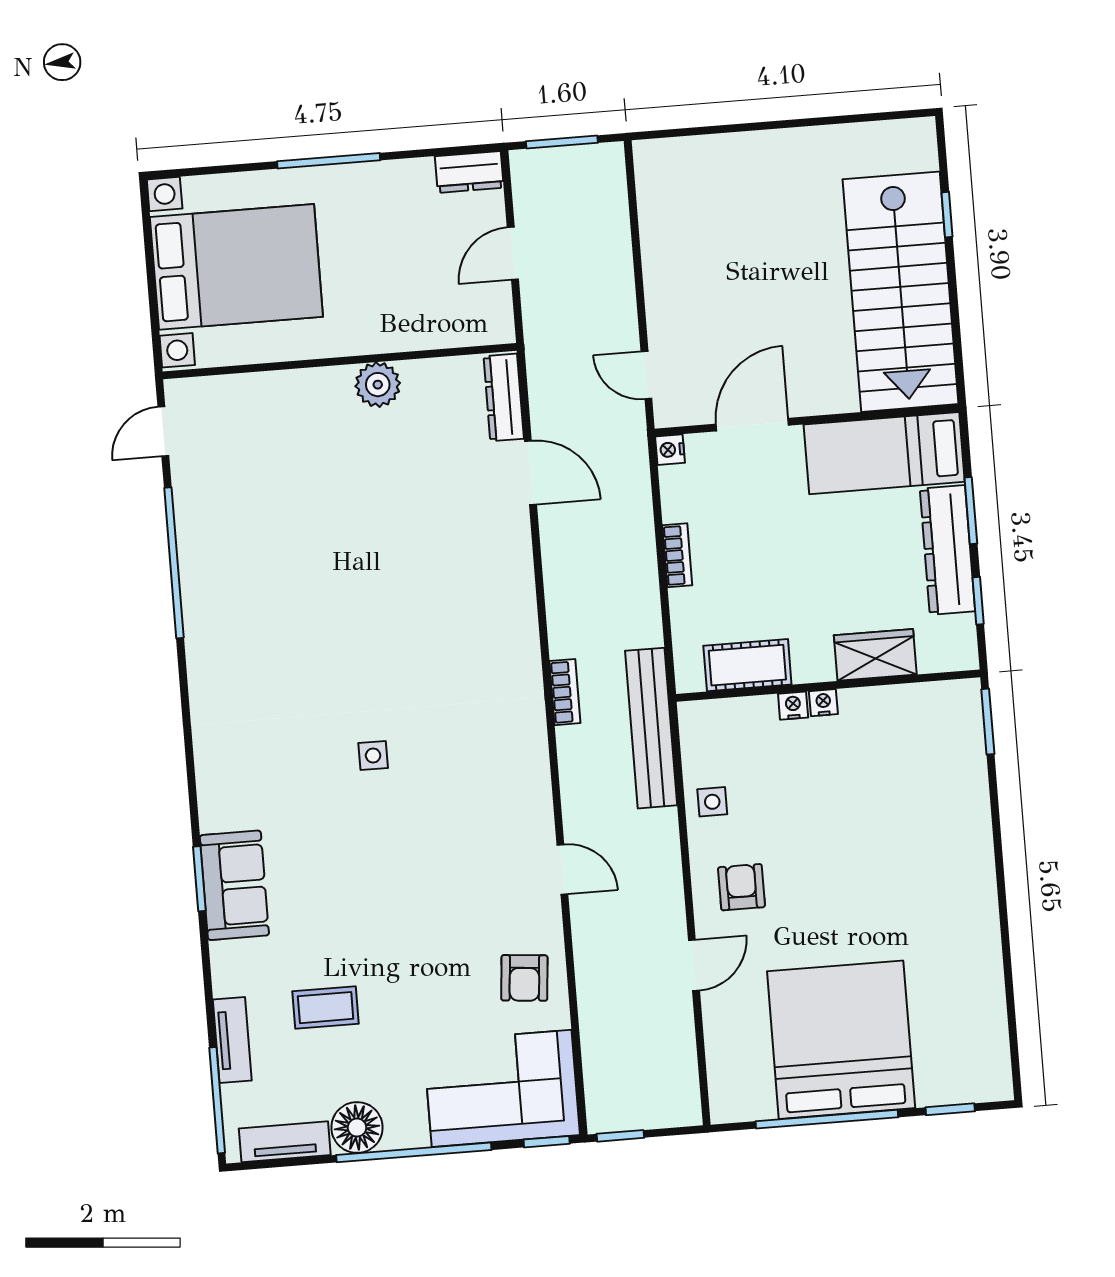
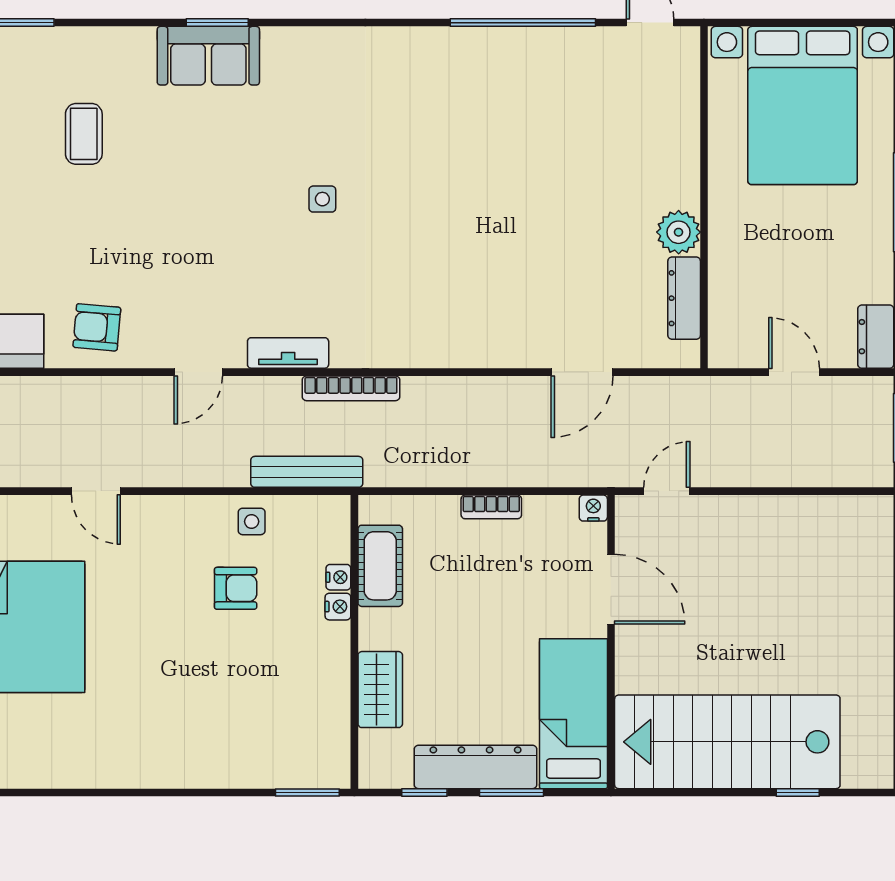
dresser: (504, 397) -> (684, 298), moved, turned -90
bookcase: (565, 692) -> (351, 388), width x1.56
nightstand: (823, 703) -> (338, 577), moved
bench: (651, 728) -> (307, 472), width x0.73, depth x0.82
armchair: (741, 887) -> (236, 588), moved
tv unit: (232, 1040) -> (288, 353), moved, turned 180

